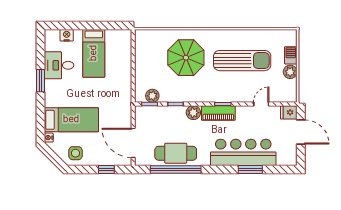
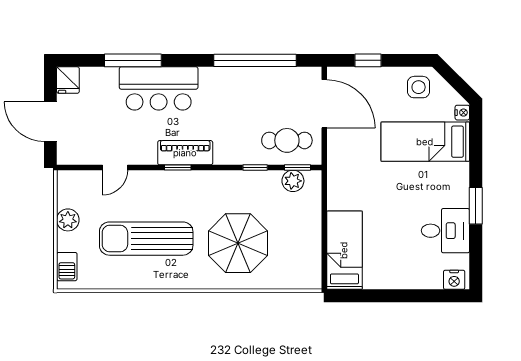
nightstand: (67, 35) -> (454, 280), moved
bed: (94, 53) -> (344, 250), moved
barbecue: (291, 55) -> (67, 267), moved
fridge: (289, 112) -> (68, 80), moved, turned 90
plant: (193, 113) -> (226, 153), removed
bar counter: (243, 152) -> (159, 88), width x0.73
cafe table: (176, 153) -> (287, 140), moved, width x0.73, depth x0.74
window: (250, 170) -> (133, 60), width x1.44

